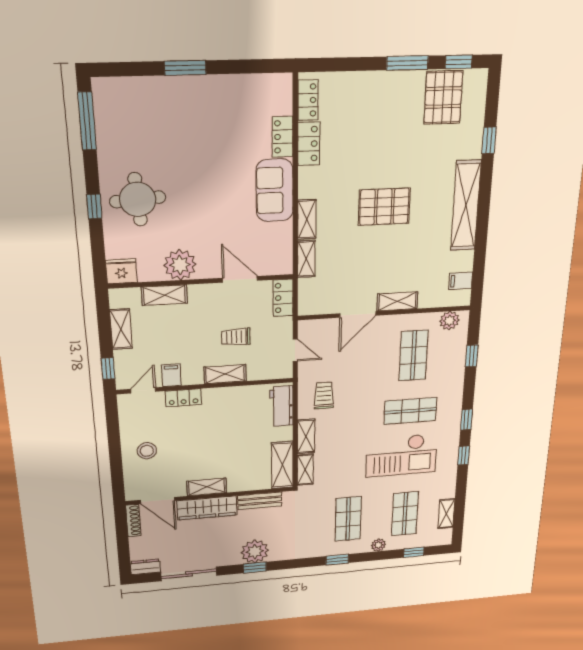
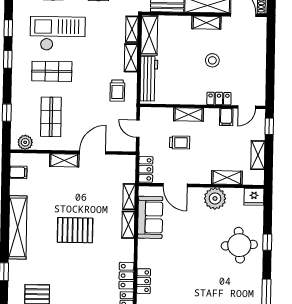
sofa: (275, 190) -> (150, 217), moved
workbench: (281, 406) -> (149, 79), width x1.38
stool: (147, 451) -> (212, 60), moved

